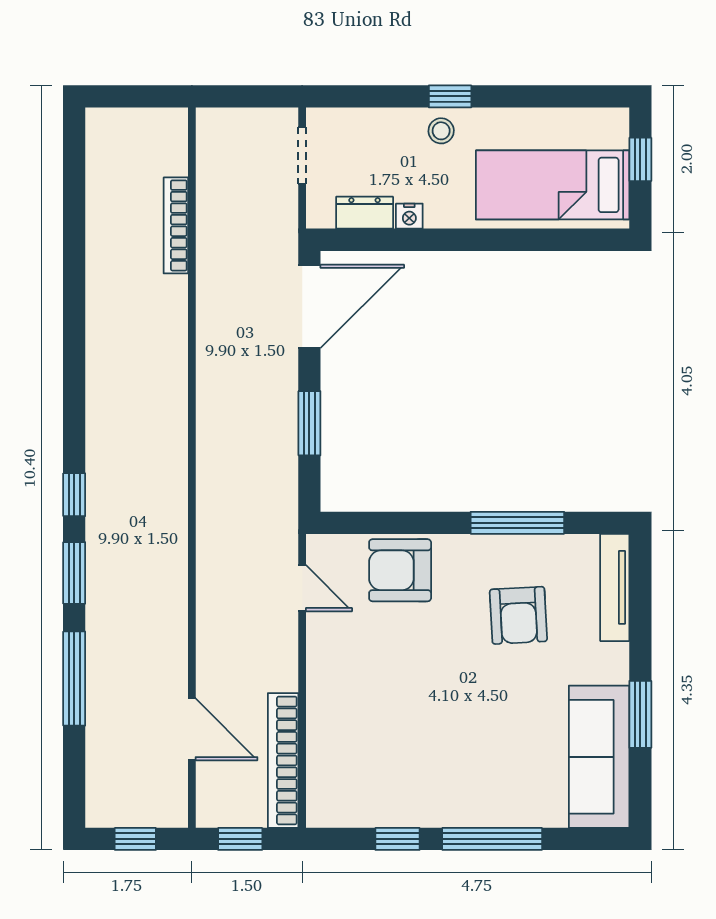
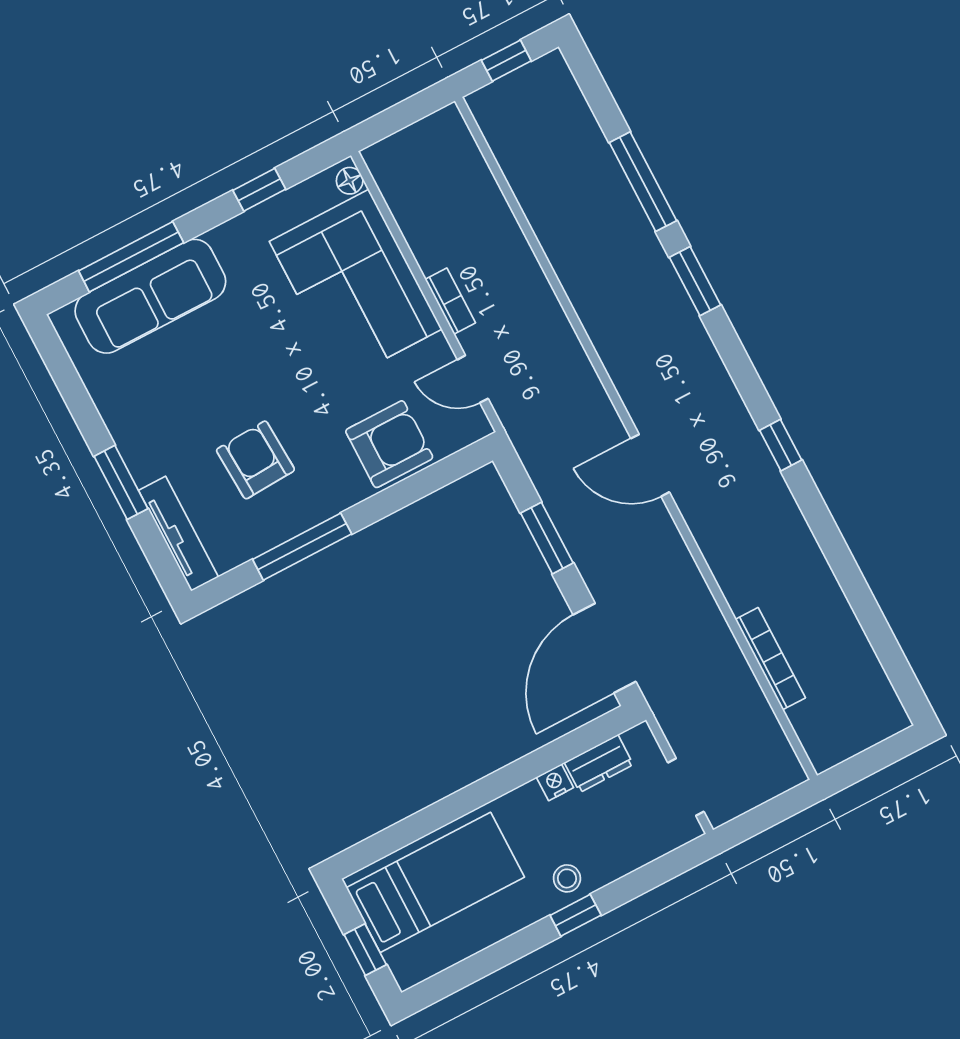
window: (74, 495) -> (781, 445), moved
window: (640, 714) -> (121, 482), moved
corner sofa: (359, 717) -> (356, 285), added
door: (192, 729) -> (650, 465), moved
sofa: (599, 757) -> (150, 296), moved, turned 90
bookcase: (283, 760) -> (450, 301), moved, width x0.43, depth x0.76
floor lamp: (318, 807) -> (350, 181), added
window: (240, 839) -> (408, 112), removed
window: (492, 839) -> (131, 257), moved

